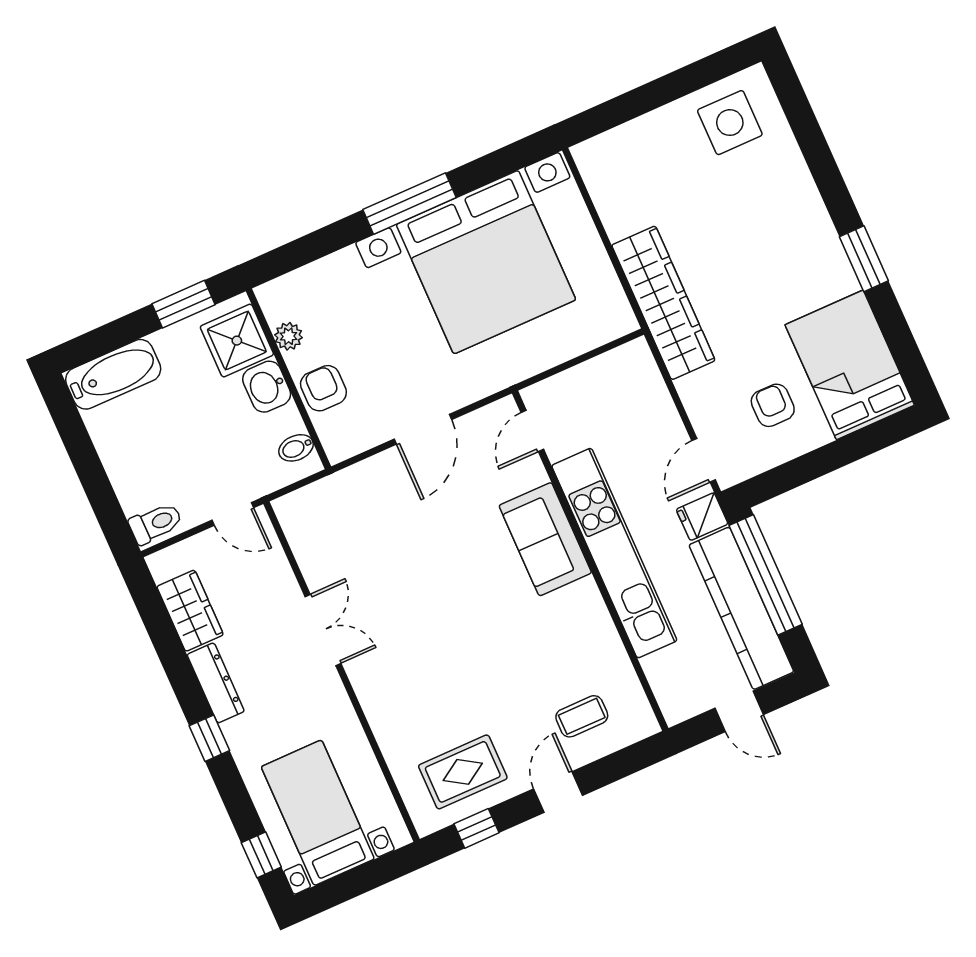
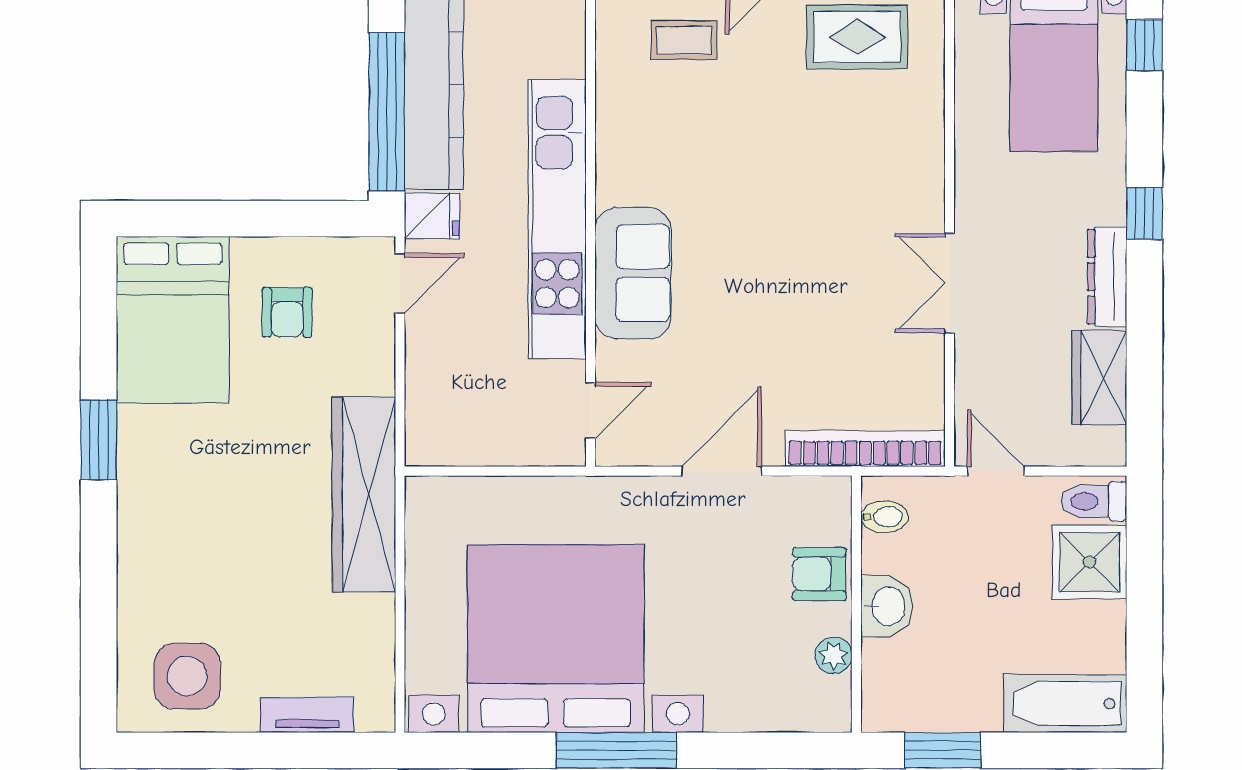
tv unit: (635, 133) -> (307, 715), added
shower: (237, 341) -> (1090, 562), moved
armchair: (323, 388) -> (819, 574), turned 90
bookcase: (330, 489) -> (865, 449), added

